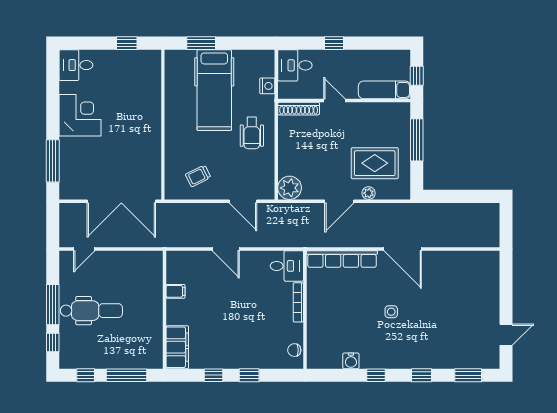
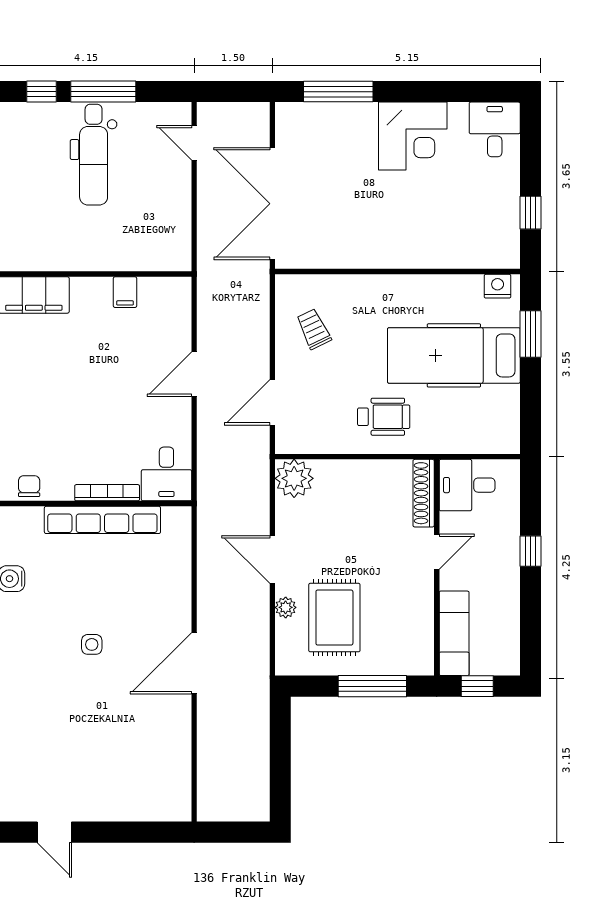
desk: (295, 65) -> (467, 485), moved, turned -90
nightstand: (267, 86) -> (498, 286), moved, turned 180
wheelchair: (252, 133) -> (384, 417), turned 180
row of seats: (342, 259) -> (102, 520), moved, turned -90

